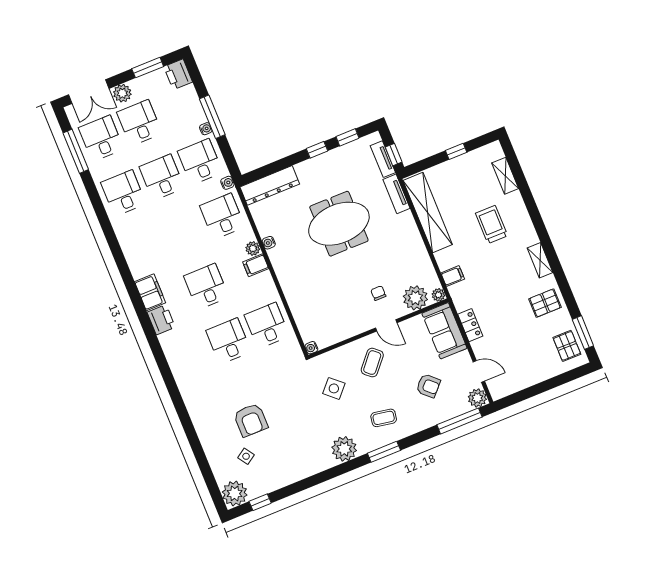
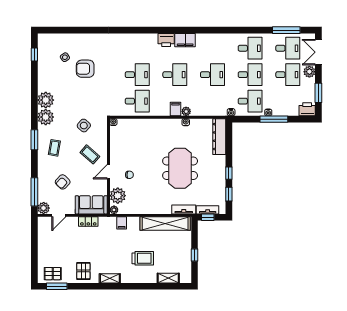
desk: (222, 216) -> (212, 75), moved
plant: (235, 493) -> (46, 100), moved

